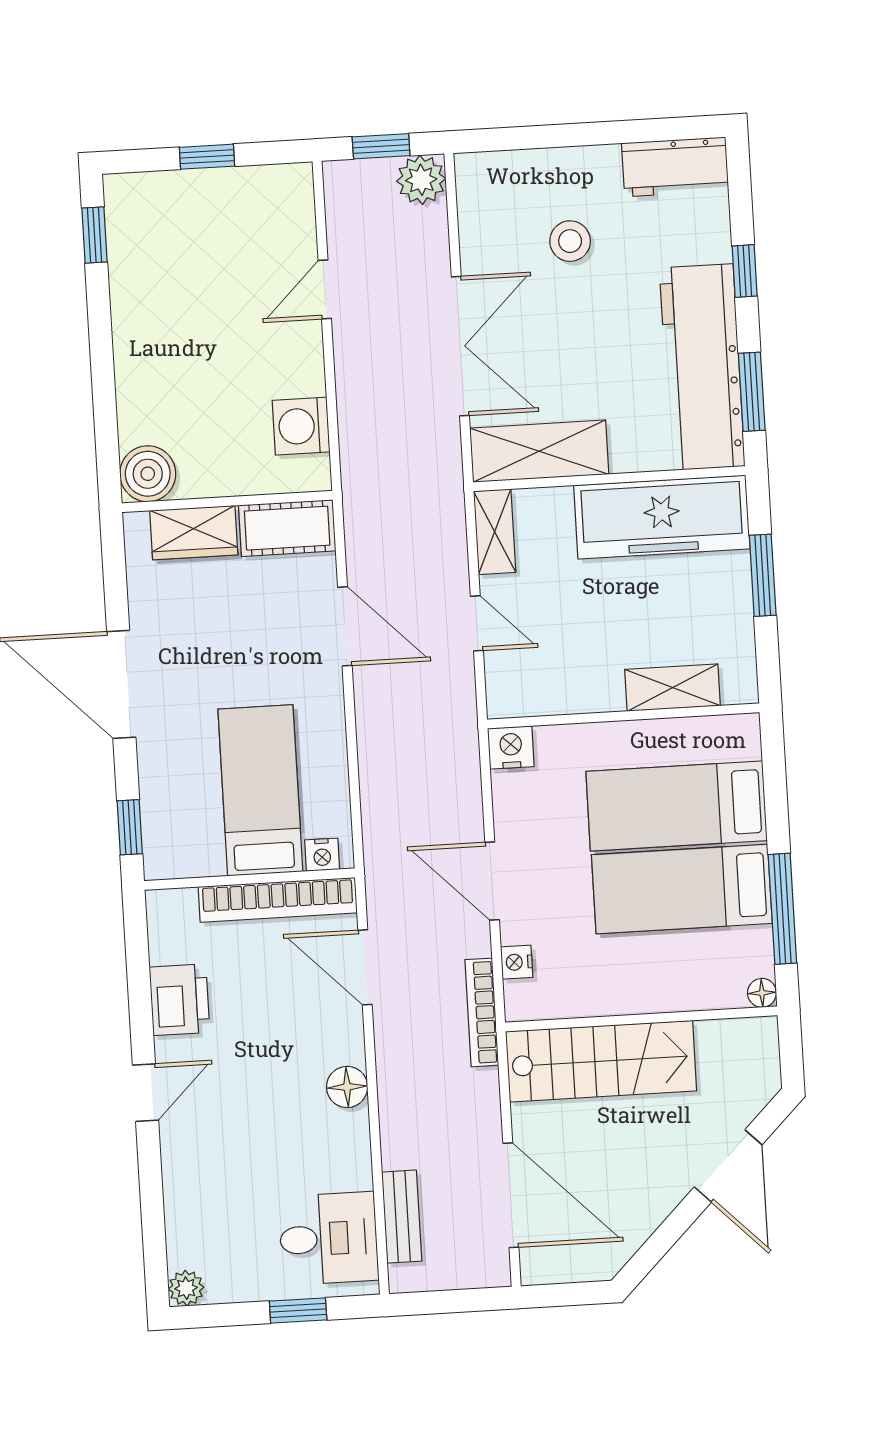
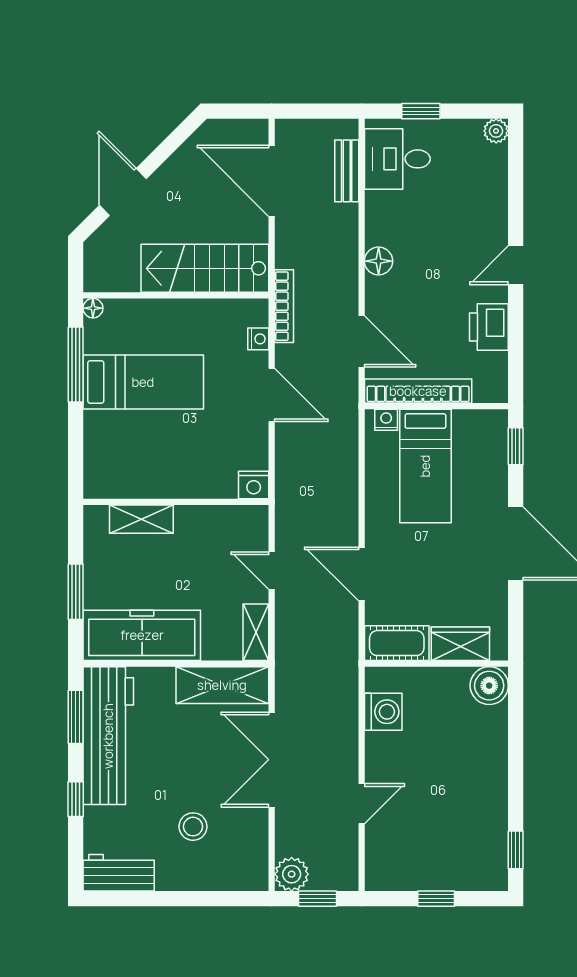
bed: (677, 806) -> (143, 439), removed

